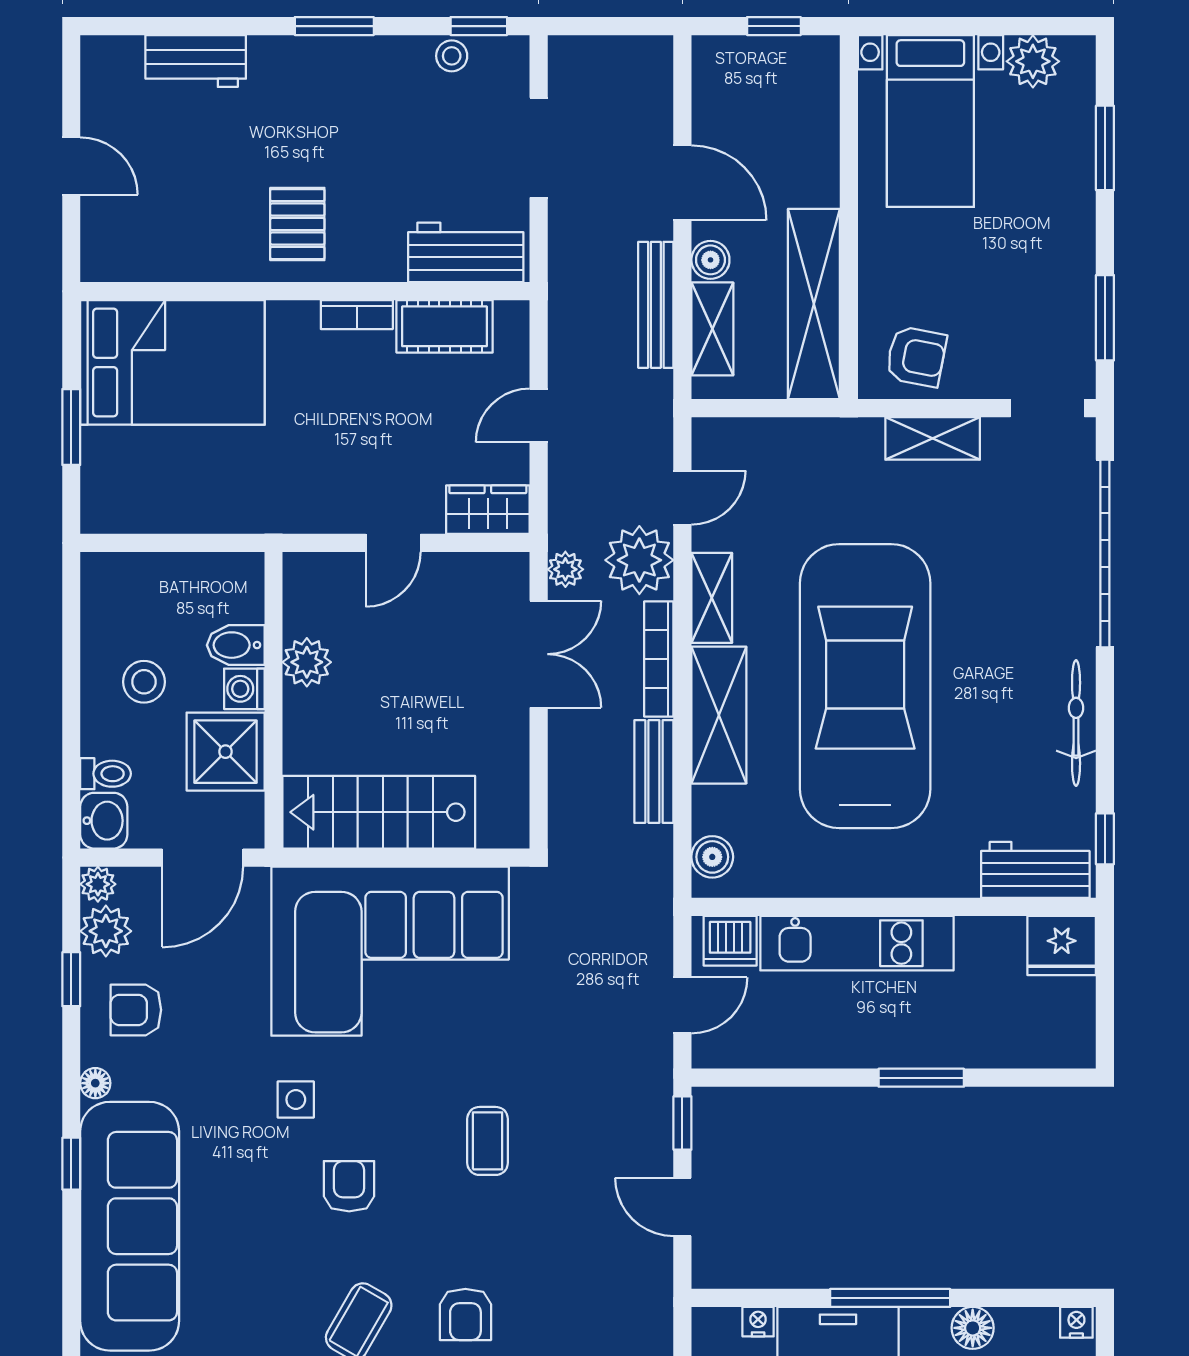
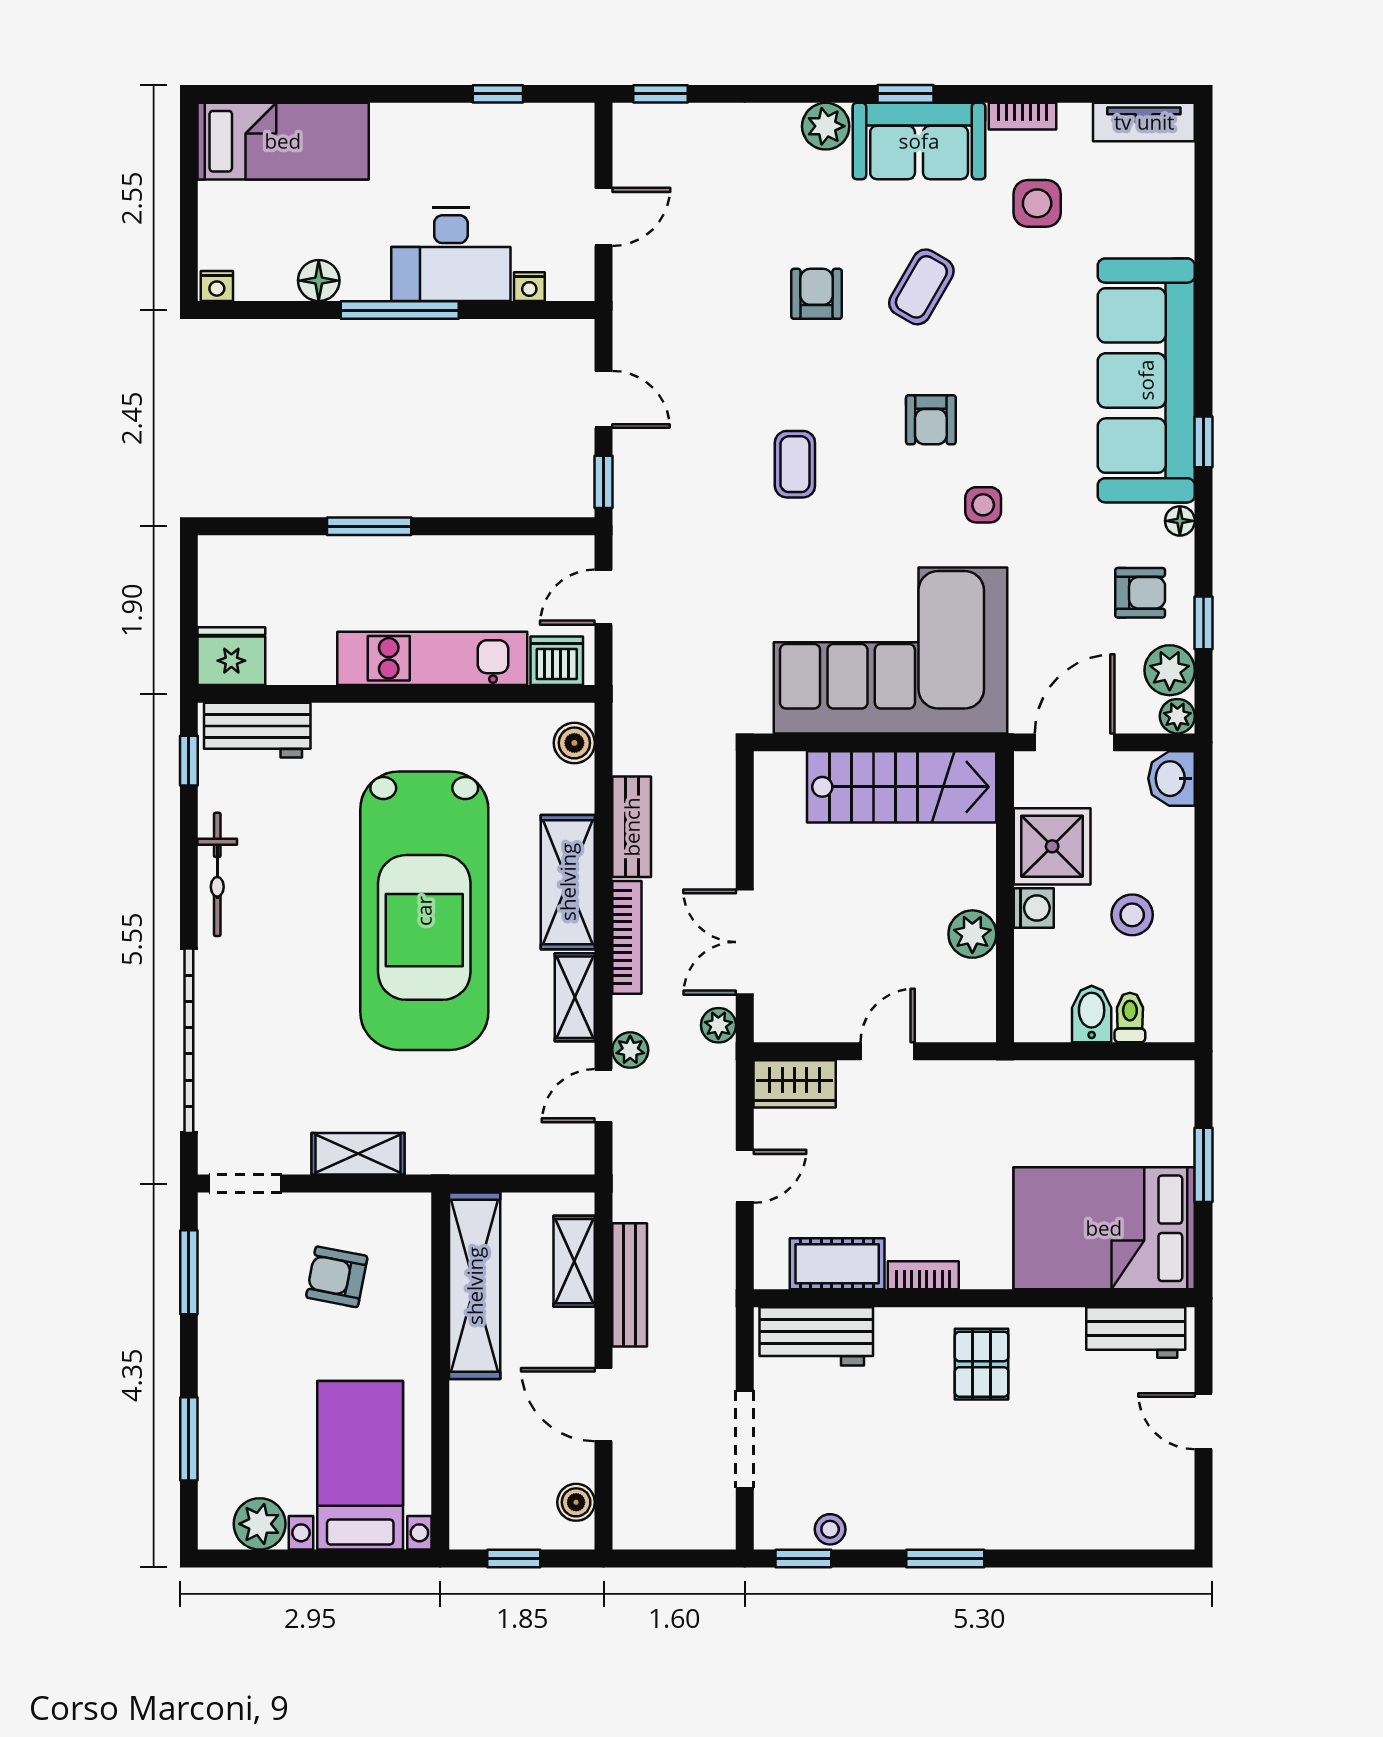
workbench: (196, 61) -> (1136, 1333), moved, turned 180
boiler: (710, 260) -> (576, 1502), moved
armchair: (916, 357) -> (337, 1277), moved
plant: (639, 560) -> (630, 1050), width x0.53, depth x0.53
bidet: (236, 645) -> (1092, 1014), moved, turned -90
toilet: (106, 774) -> (1130, 1018), moved, turned 90

